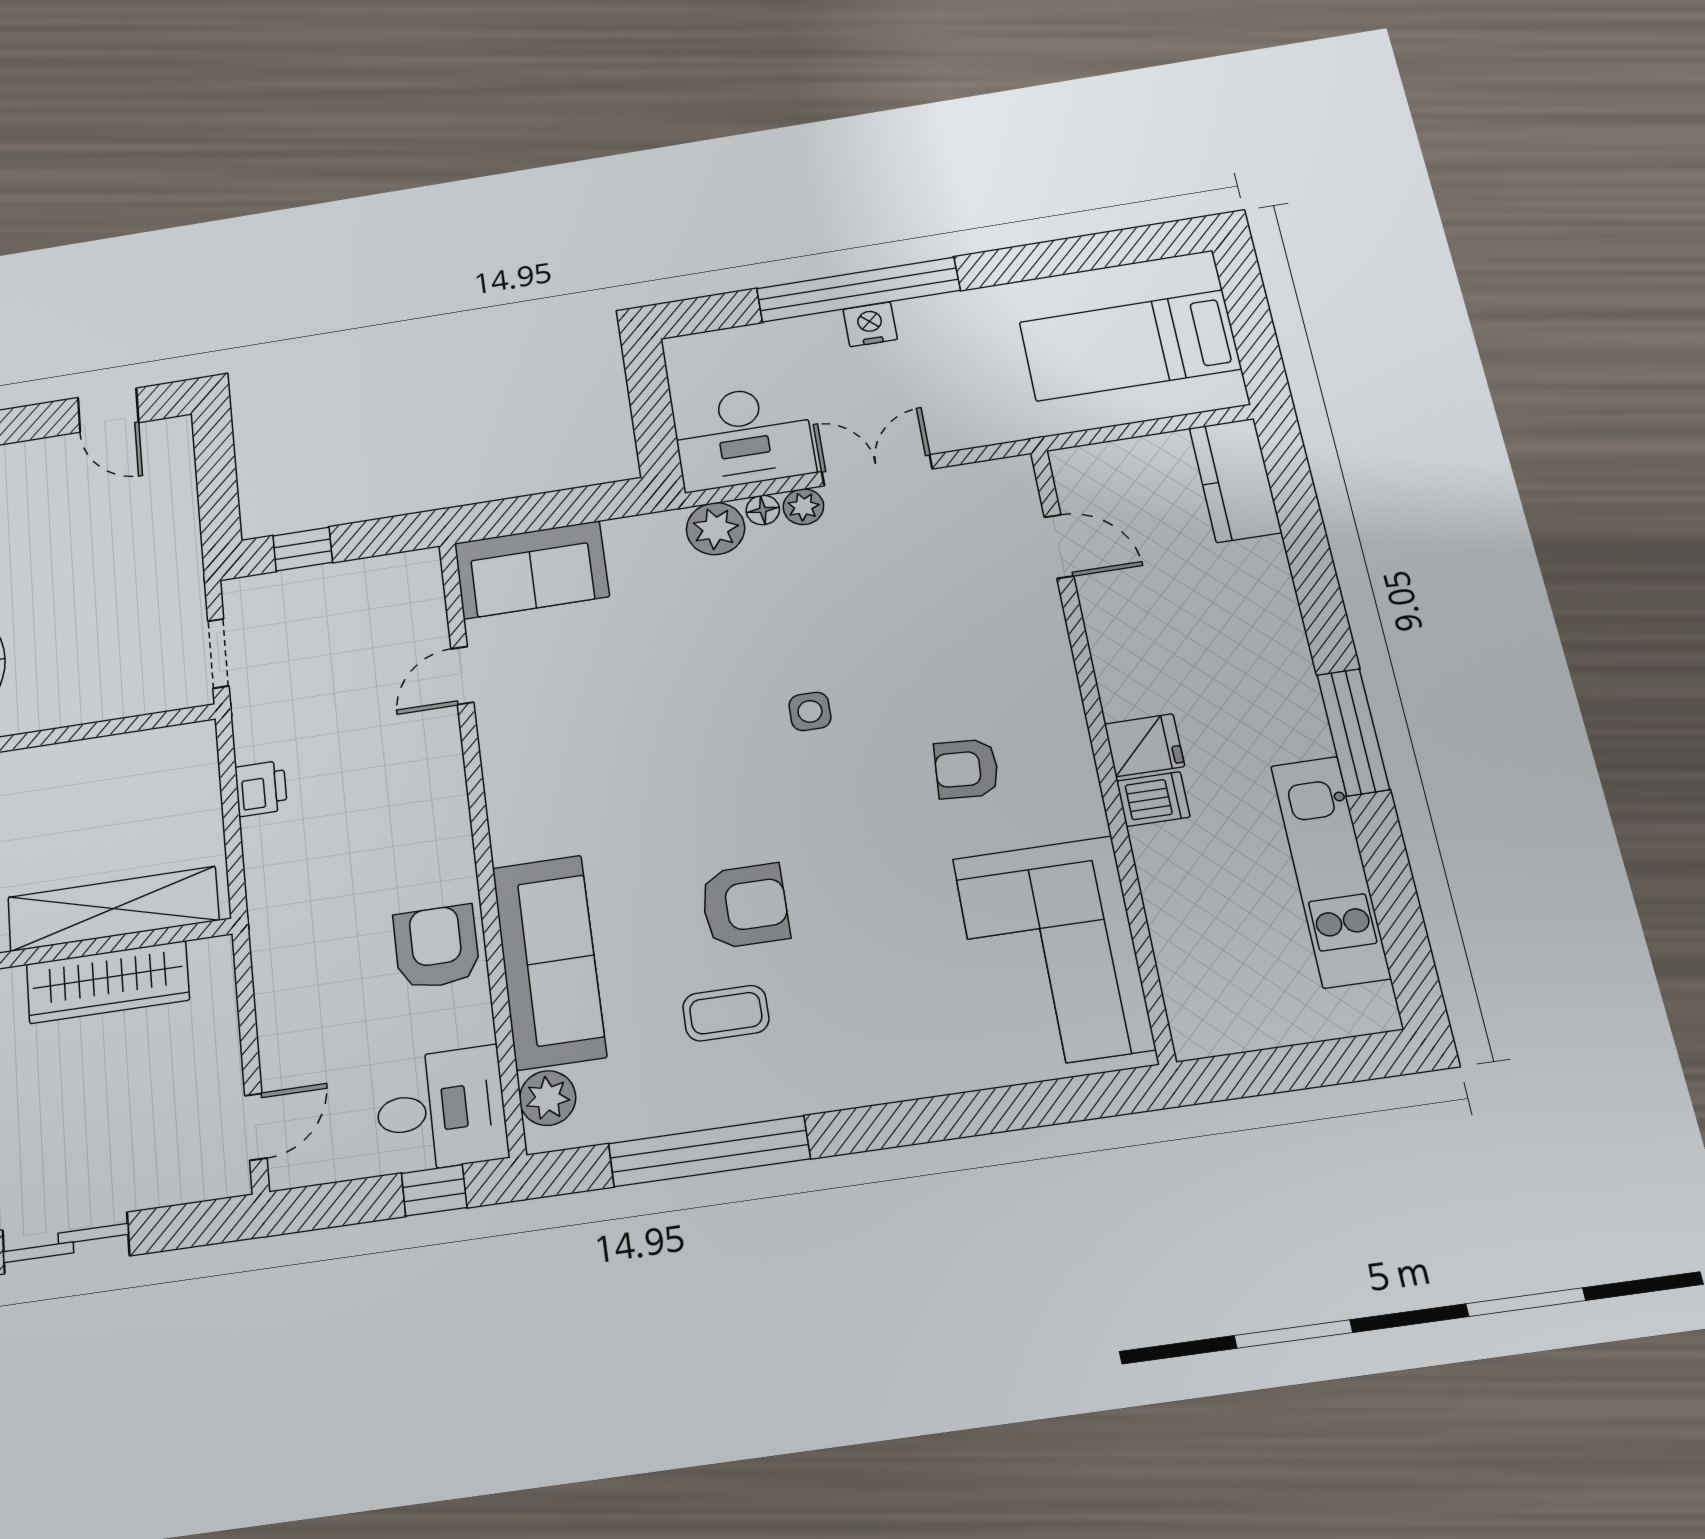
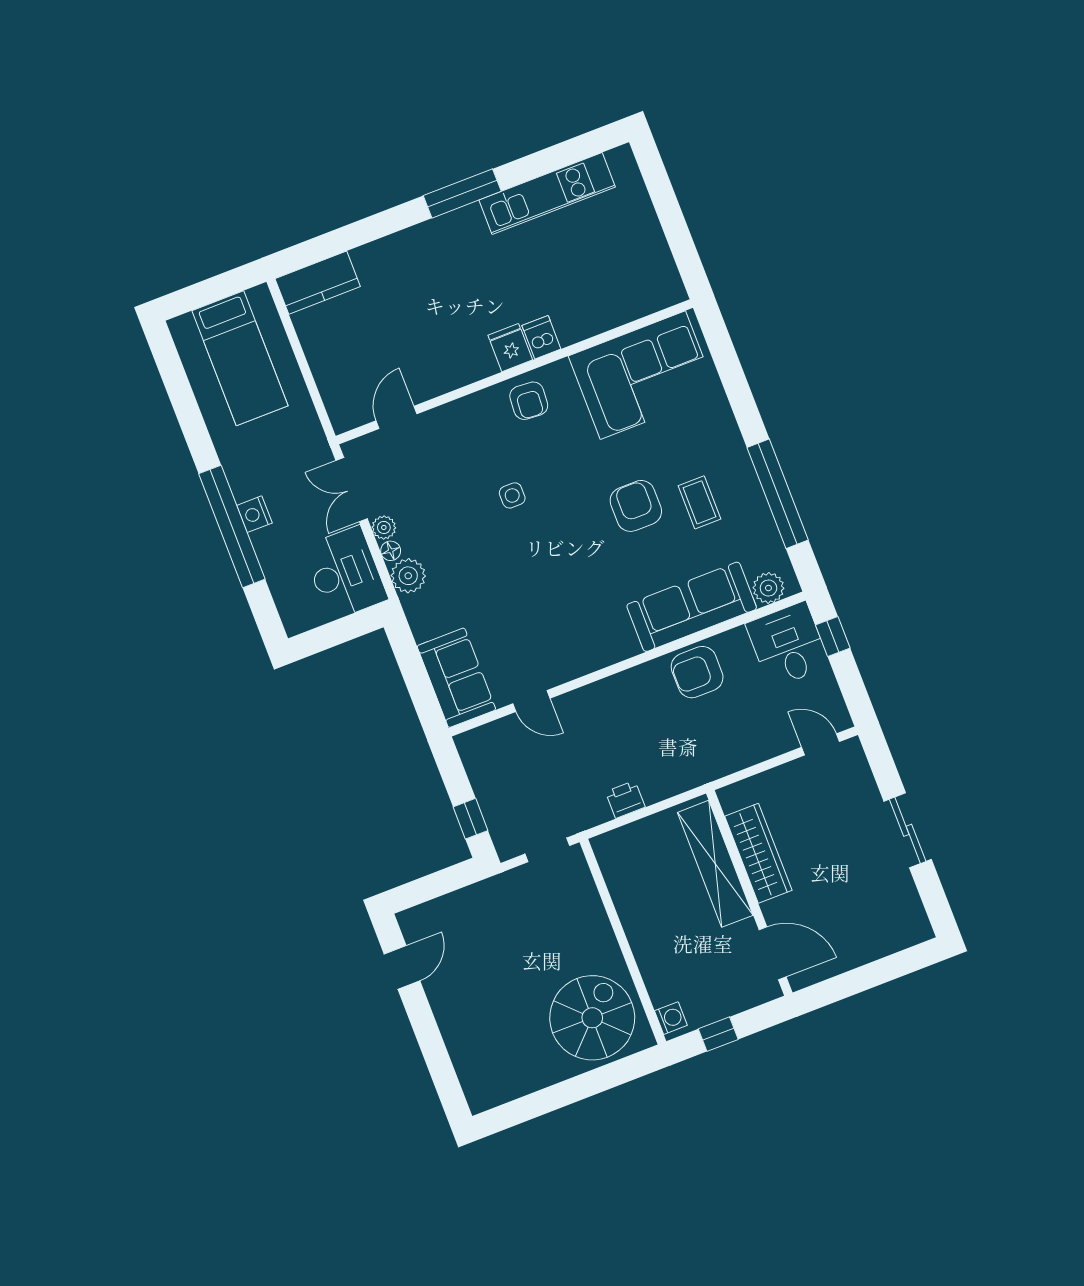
door: (1059, 547) -> (397, 417), moved
wall: (1100, 744) -> (514, 372), moved
fridge: (1144, 745) -> (510, 348), moved
dishwasher: (1153, 799) -> (541, 337), moved
corner sofa: (1053, 953) -> (643, 375), moved

